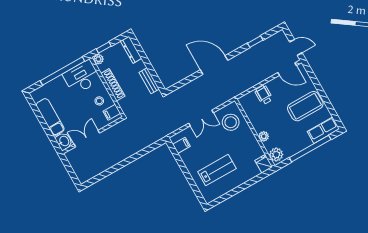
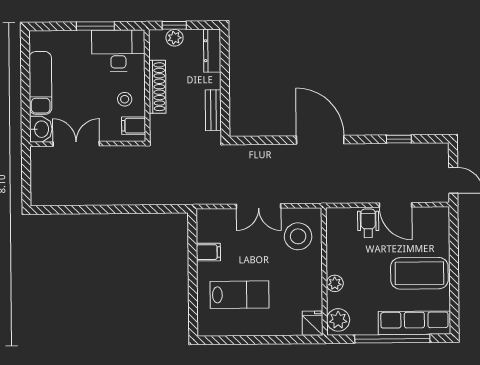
plant: (98, 59) -> (175, 38), moved
door: (287, 69) -> (396, 205), moved
window: (62, 71) -> (95, 26), width x0.47
row of seats: (323, 130) -> (414, 323), width x1.48
filing cabinet: (182, 145) -> (208, 252), moved

